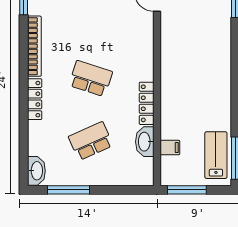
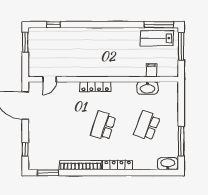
locker: (147, 103) -> (95, 87), moved
school desk: (91, 141) -> (147, 126), turned 45
window: (187, 190) -> (181, 46), moved

